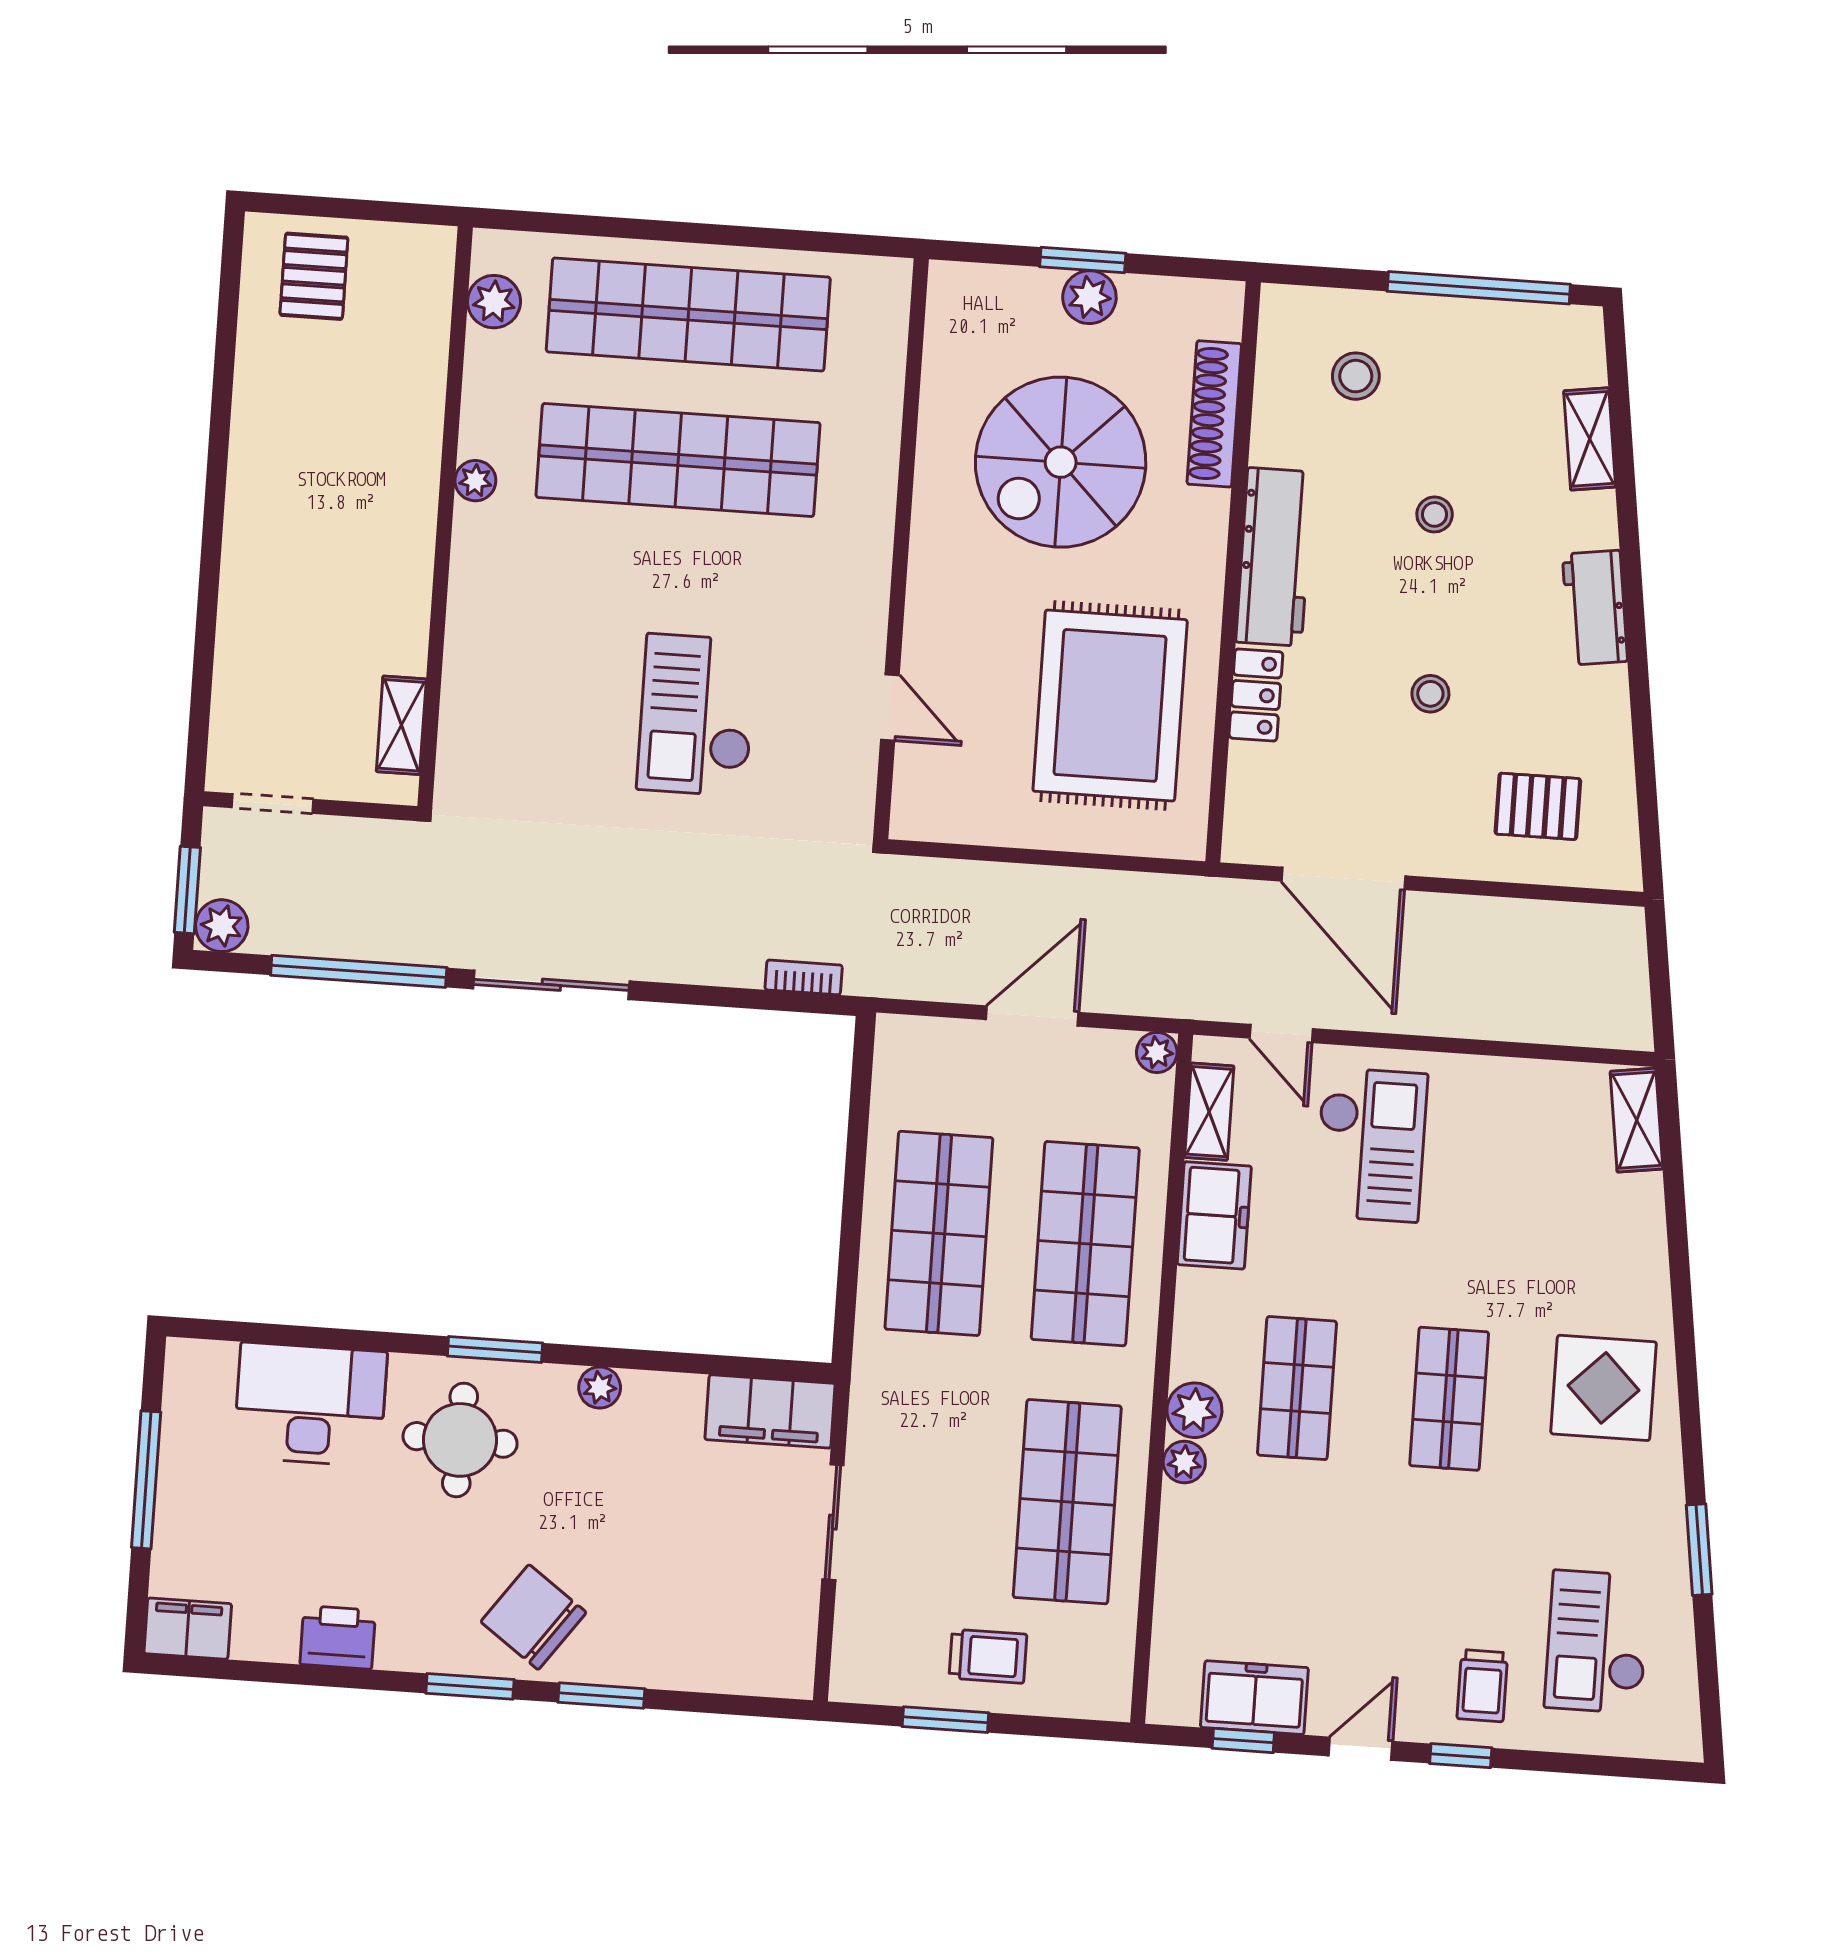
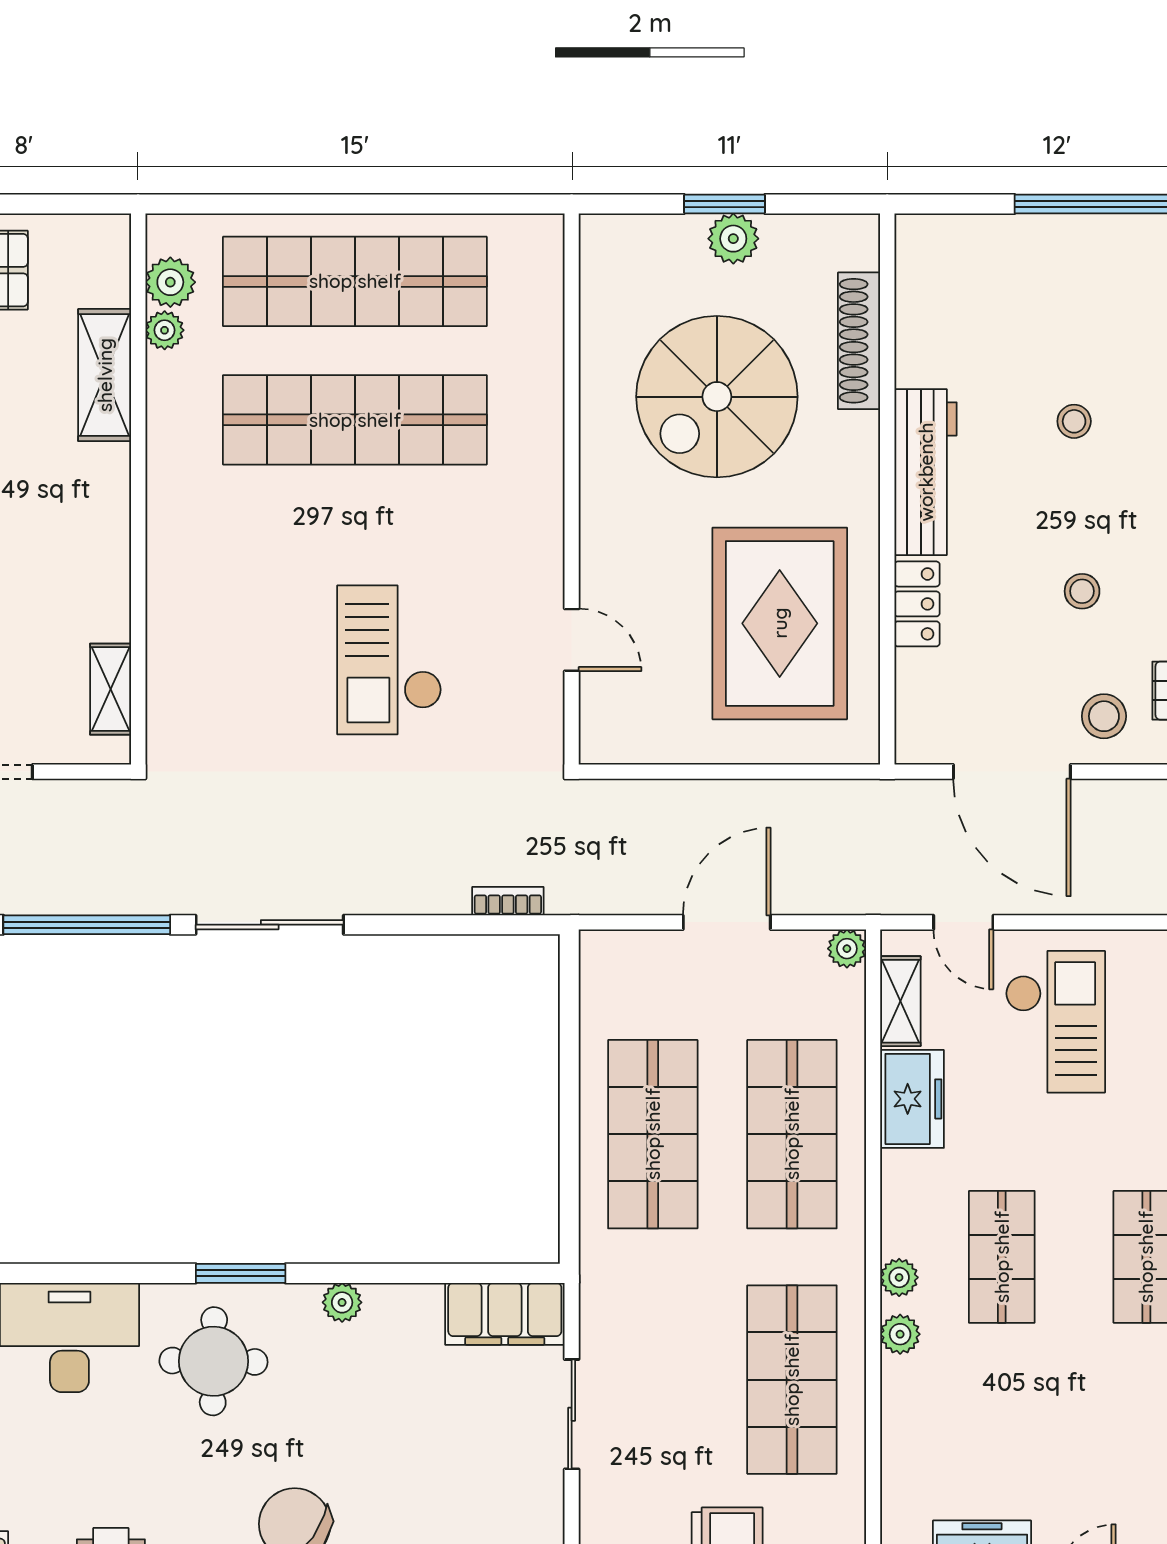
stool: (1356, 376) -> (1104, 716), moved
shelving: (418, 394) -> (105, 375), added
plant: (475, 481) -> (165, 330), moved
plant: (1194, 1410) -> (899, 1277), width x0.73, depth x0.73

